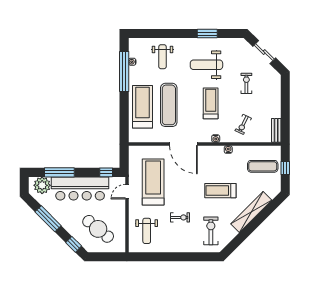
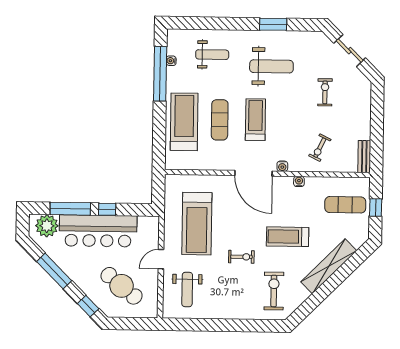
weight bench: (162, 57) -> (212, 55), turned -90
weight bench: (206, 65) -> (271, 66), turned 180
treadmill: (211, 103) -> (255, 120), moved
exercise mat: (169, 105) -> (220, 120), width x0.73, depth x0.69
door: (183, 144) -> (253, 173), moved
window: (106, 172) -> (107, 209), moved
treadmill: (153, 182) -> (197, 224), turned 180
door: (127, 192) -> (161, 259), moved
exercise bike: (180, 217) -> (241, 257), moved

